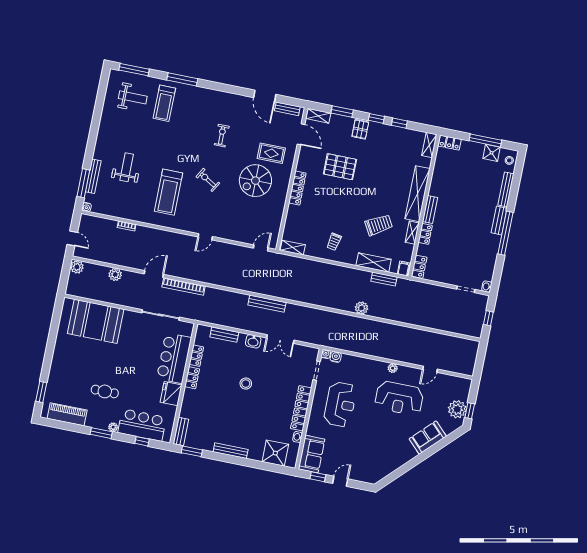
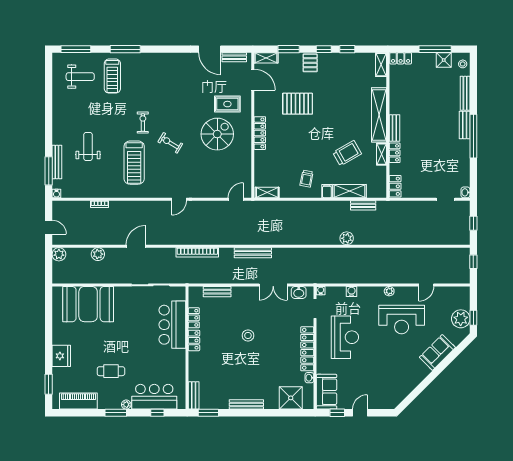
exercise bike: (222, 136) -> (143, 123), moved
spiral stairs: (255, 181) -> (217, 134), turned 180
filing cabinet: (404, 268) -> (327, 191), moved
bookcase: (184, 286) -> (197, 252), moved
washbasin: (253, 341) -> (299, 292), moved
window: (481, 356) -> (473, 262), added
water cooler: (336, 357) -> (352, 291), moved
fridge: (171, 394) -> (61, 356), moved, turned 180

